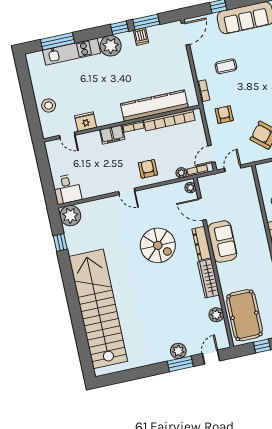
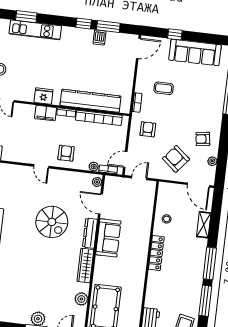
window: (57, 41) -> (26, 17), width x0.69
plant: (111, 46) -> (71, 36), removed
fridge: (86, 122) -> (44, 96), moved

